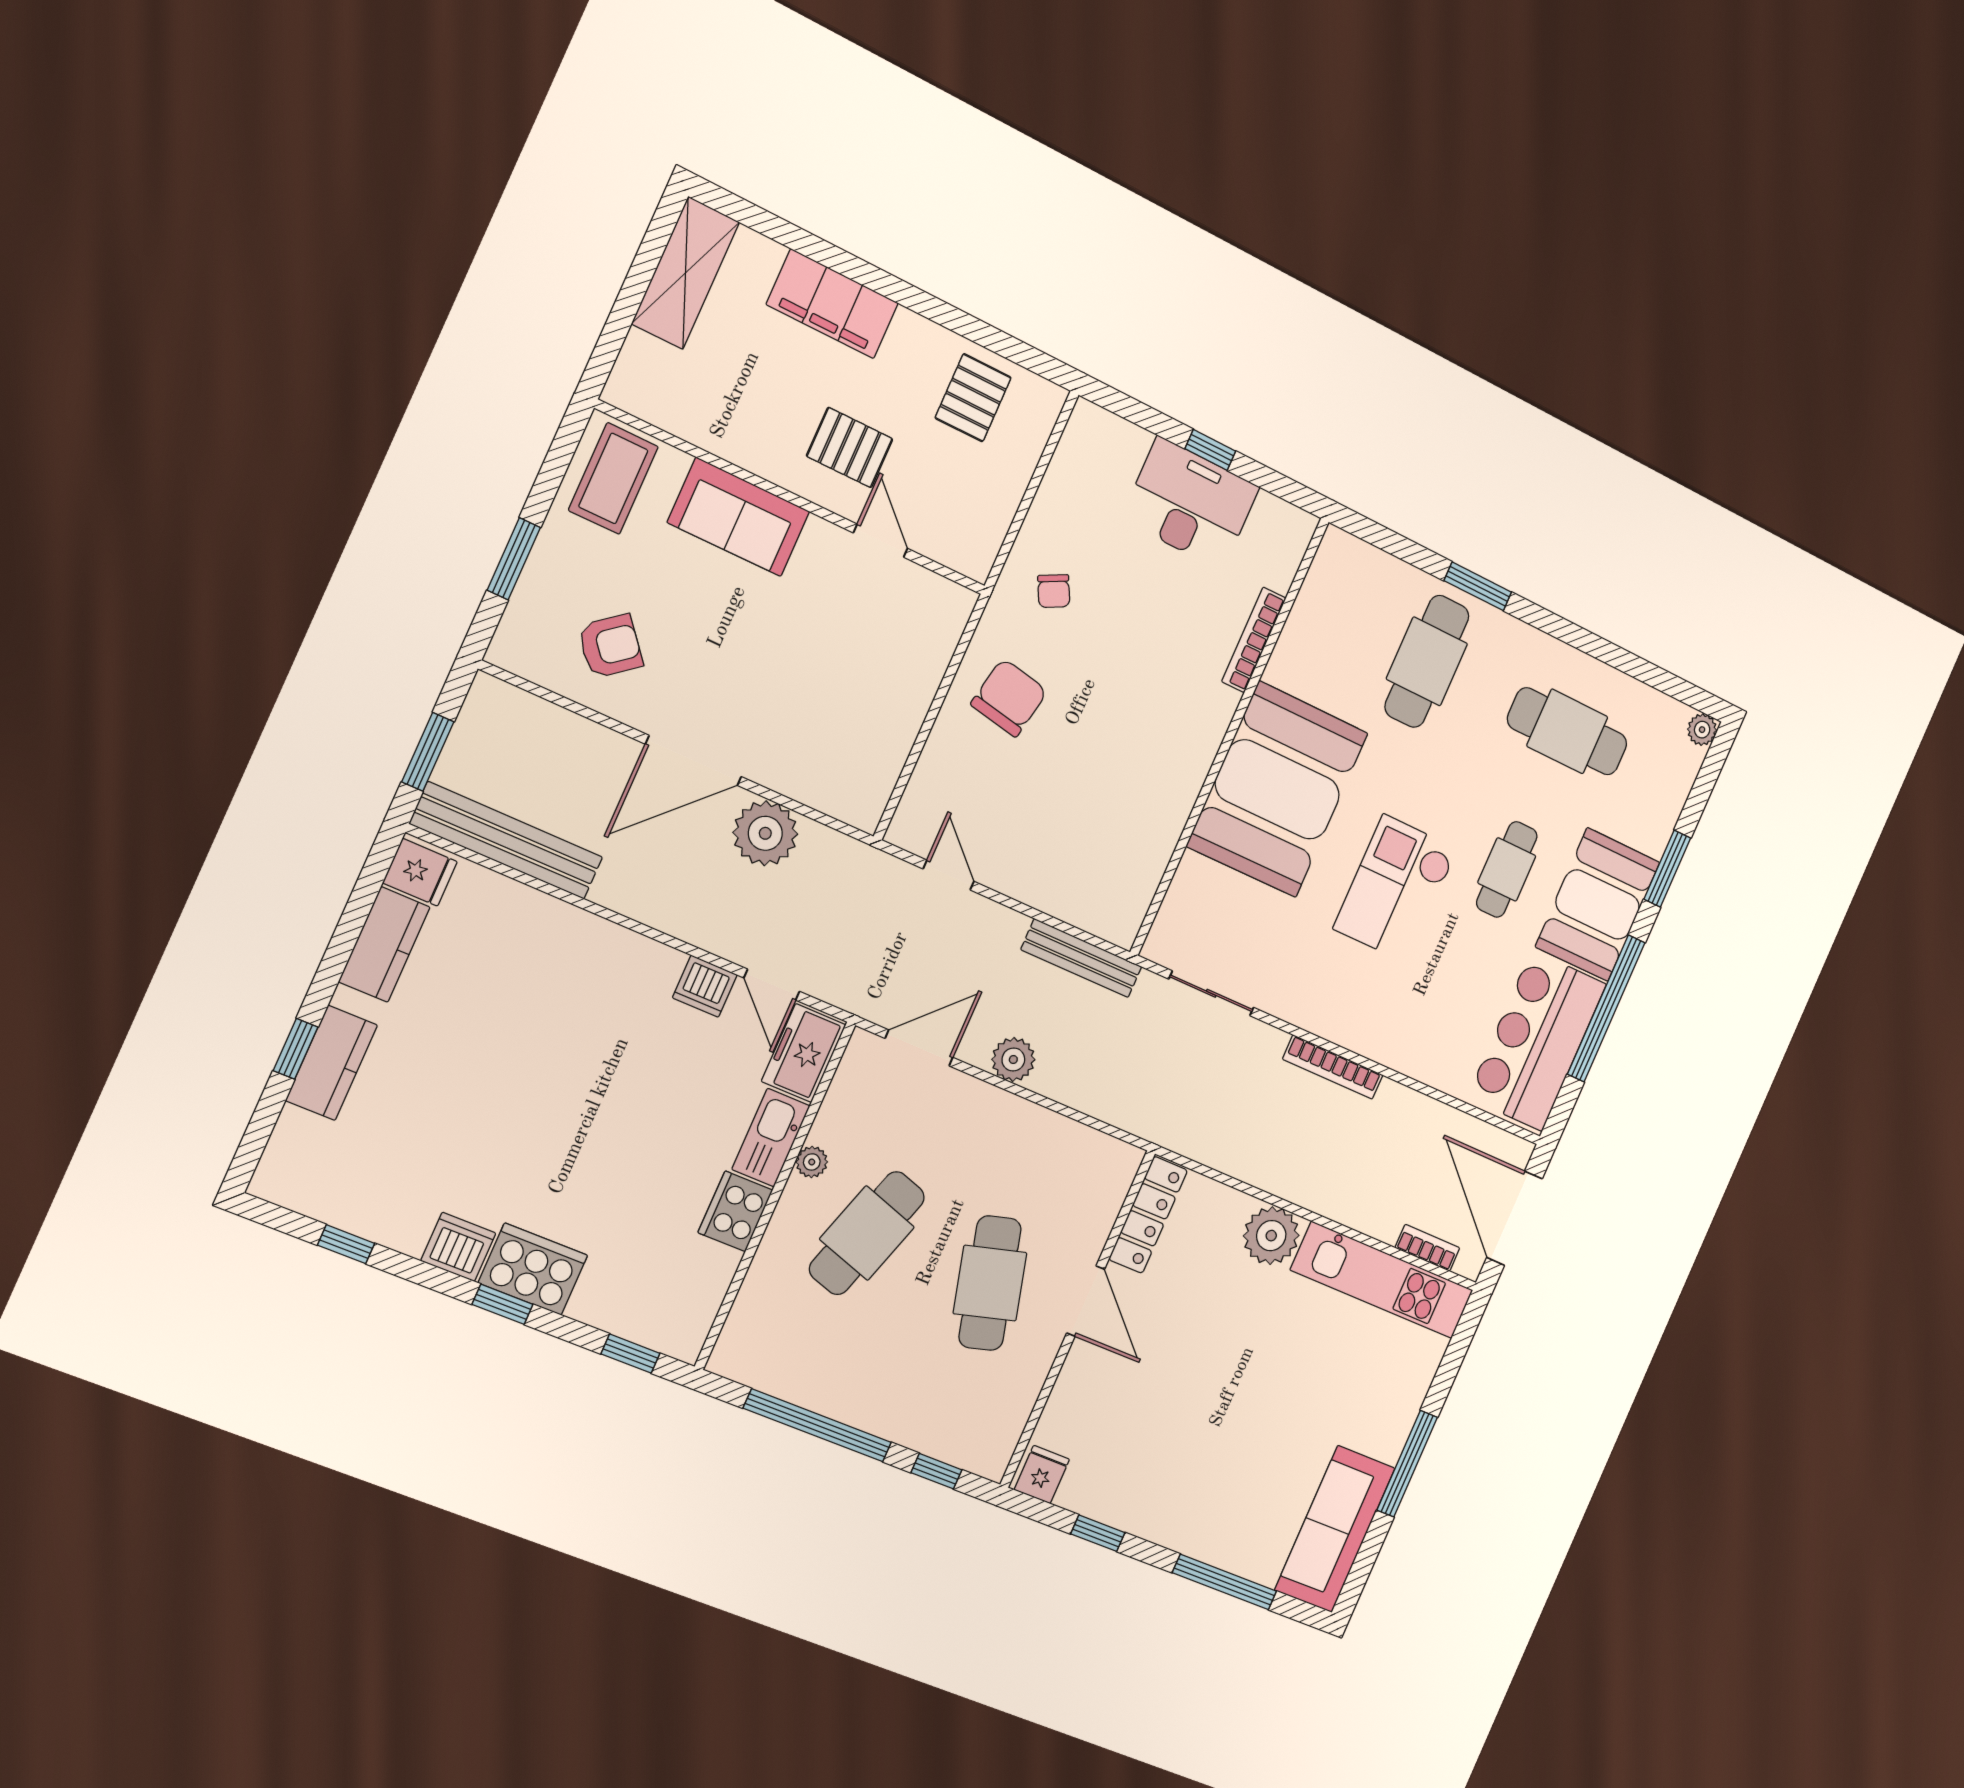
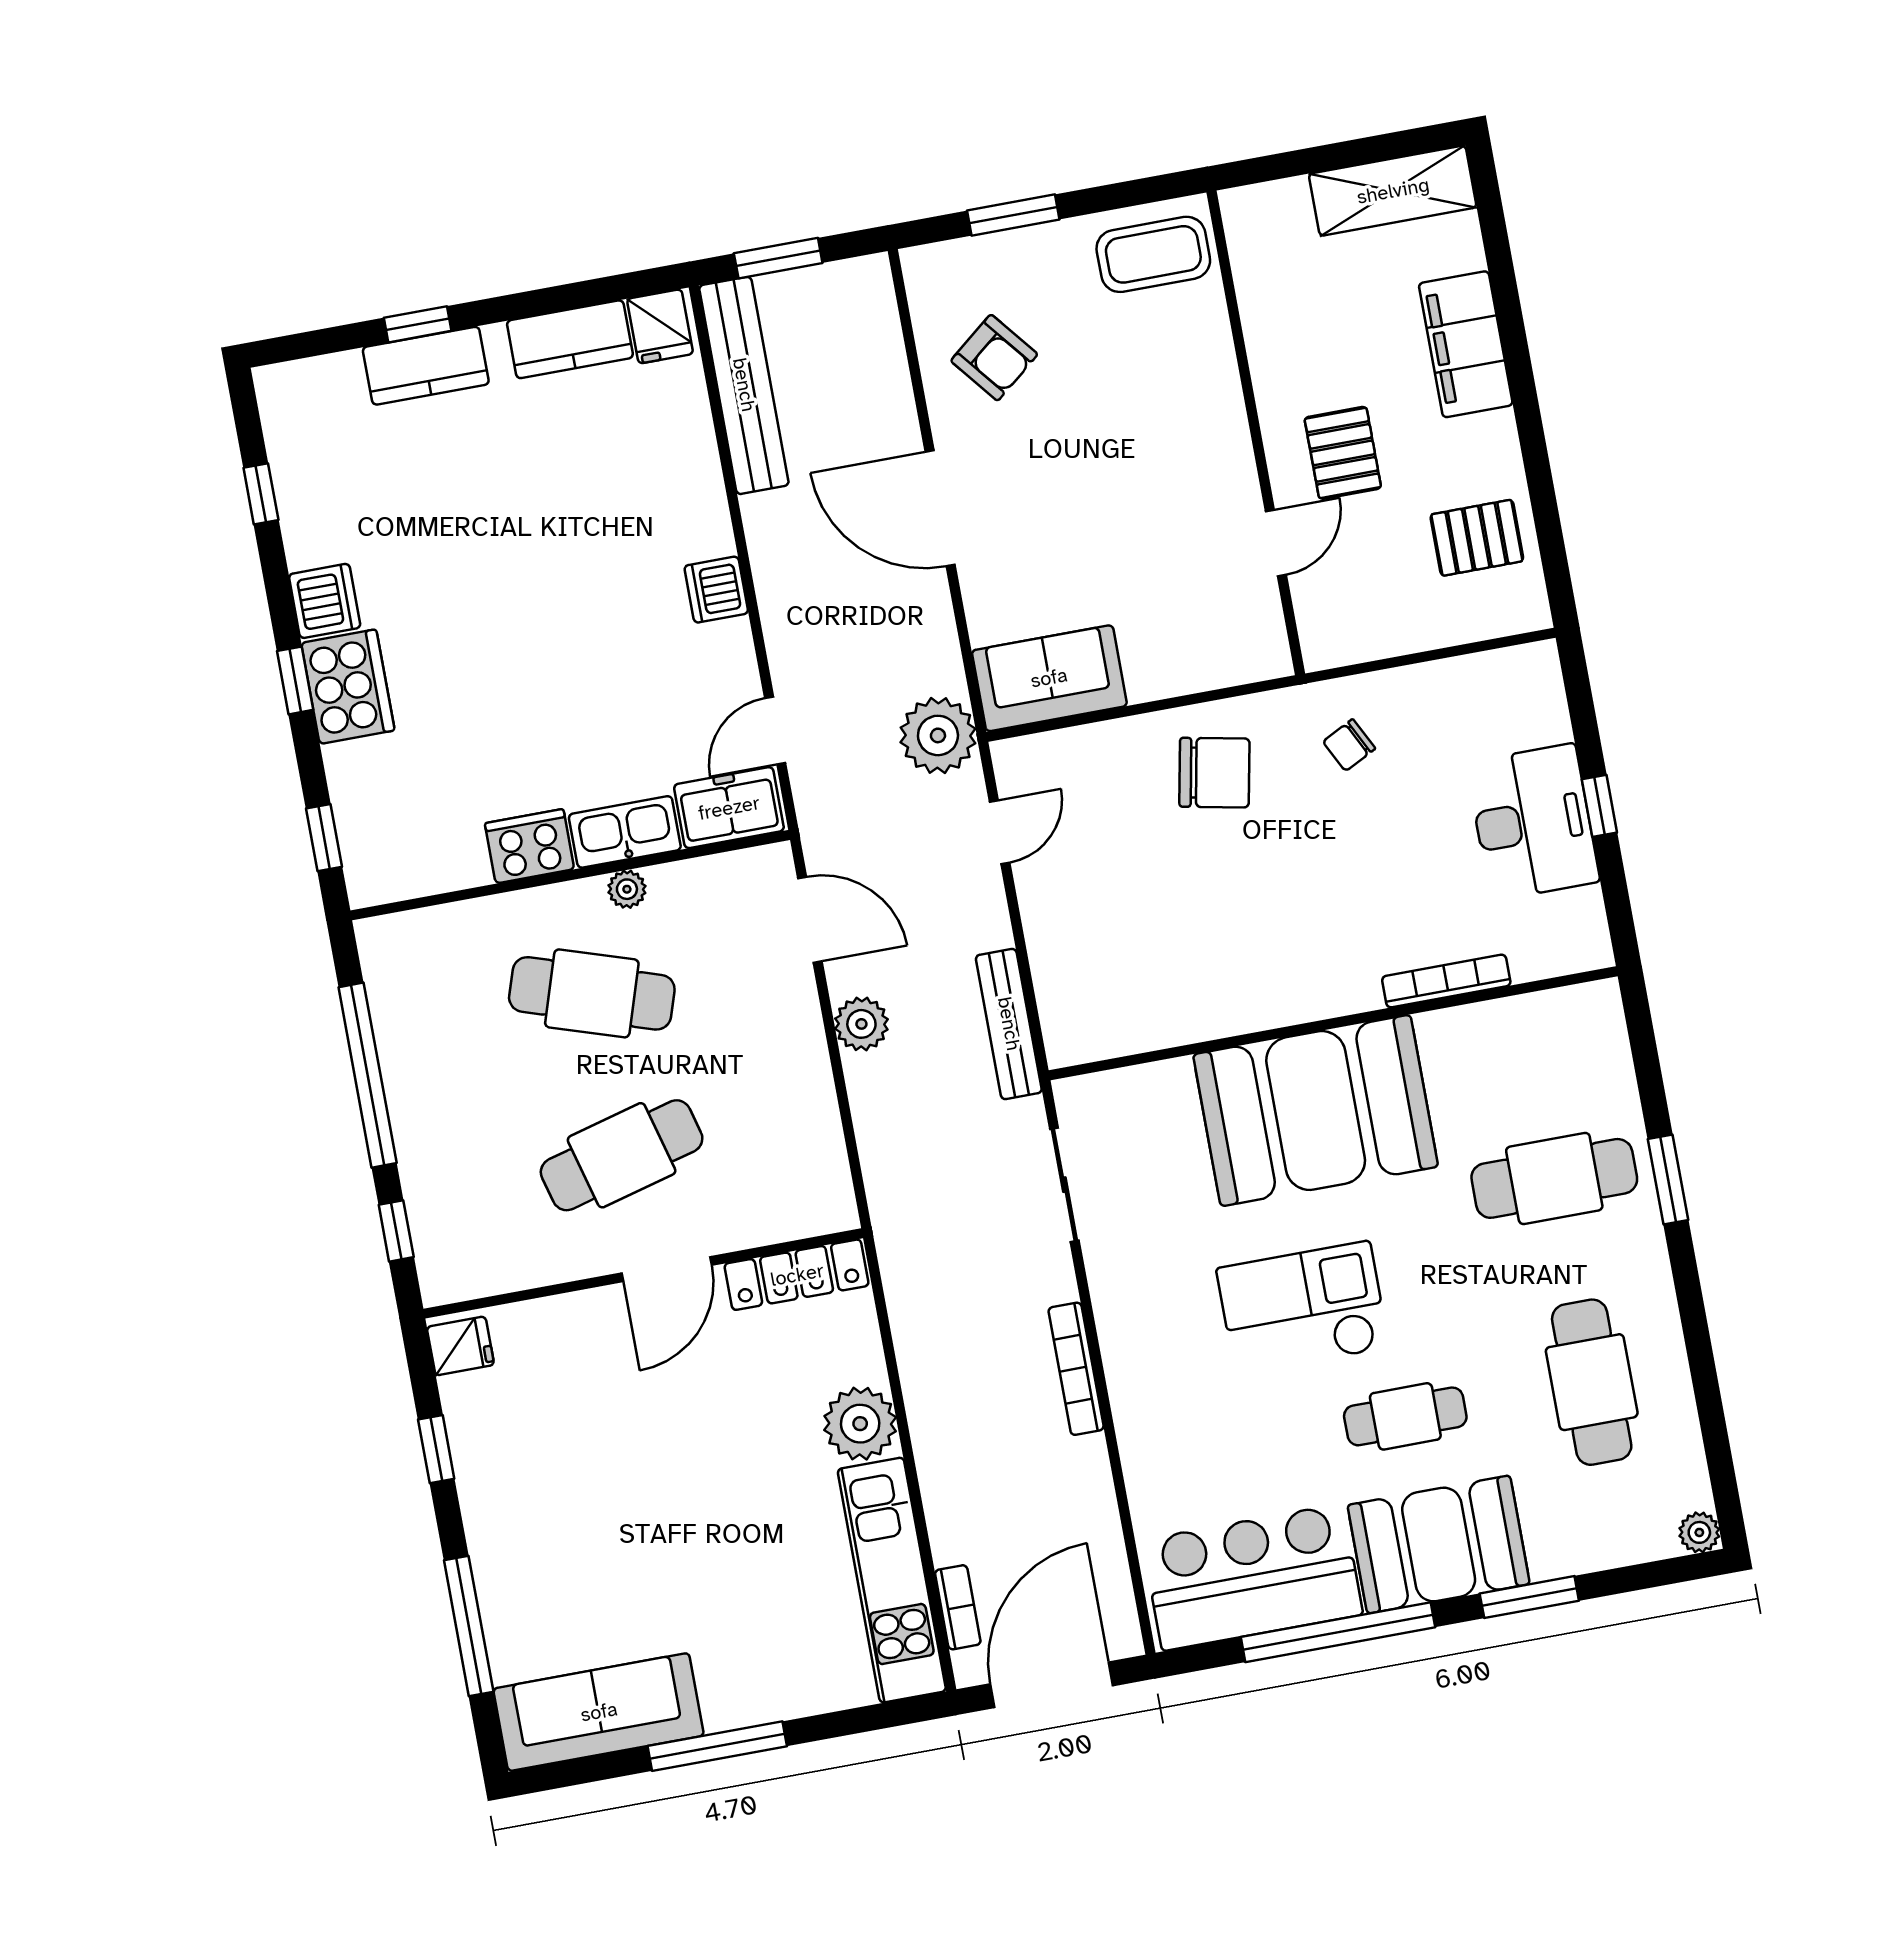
sofa: (739, 517) -> (1049, 678), moved, turned 90
plant: (765, 833) -> (938, 735), moved
dishwasher: (705, 986) -> (716, 590), moved

